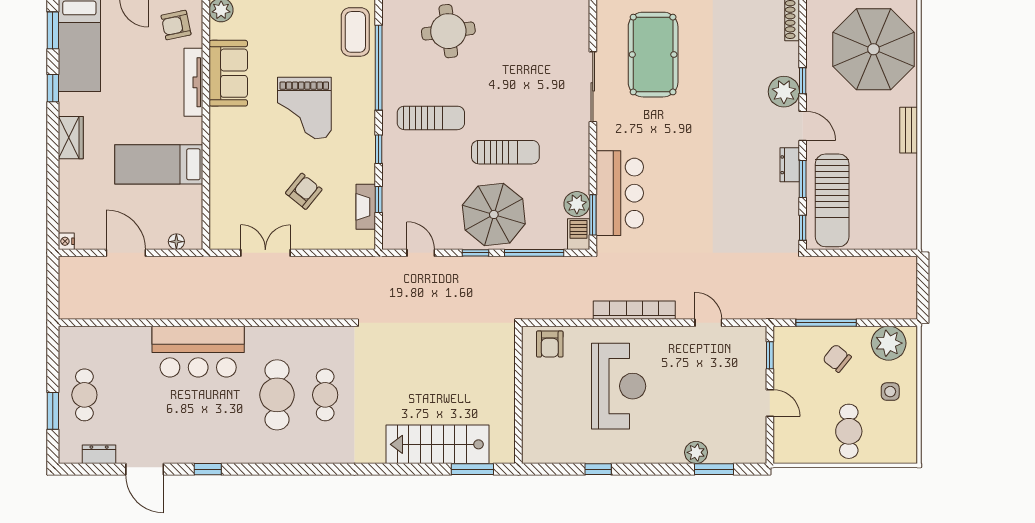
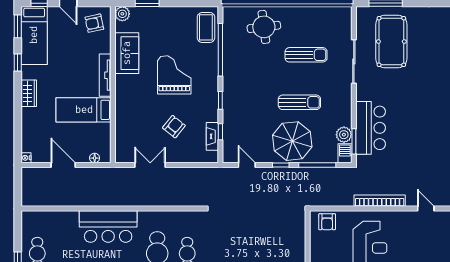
tv unit: (193, 82) -> (105, 75), moved
grand piano: (304, 108) -> (174, 75), turned 180
sun lounger: (431, 118) -> (306, 55), moved

